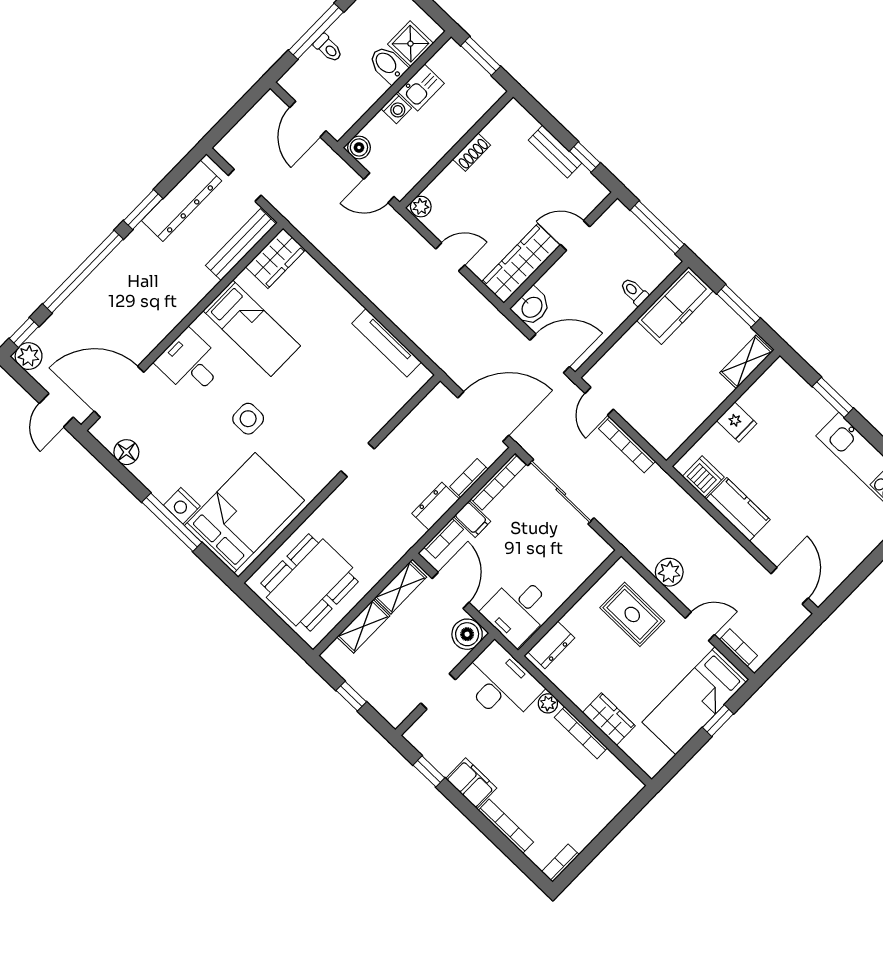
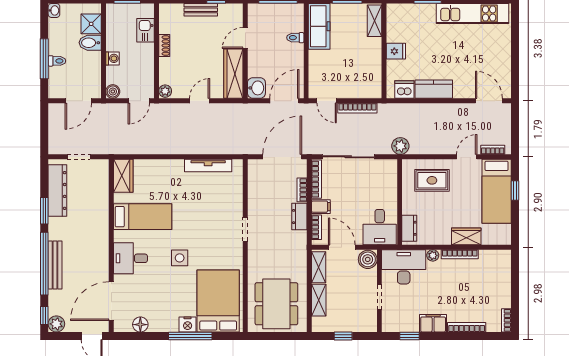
kitchen sink: (421, 87) -> (146, 30), moved, turned 180
door: (308, 119) -> (78, 101), hinge flipped
bench: (241, 245) -> (55, 265), moved
plant: (669, 572) -> (400, 146), moved

